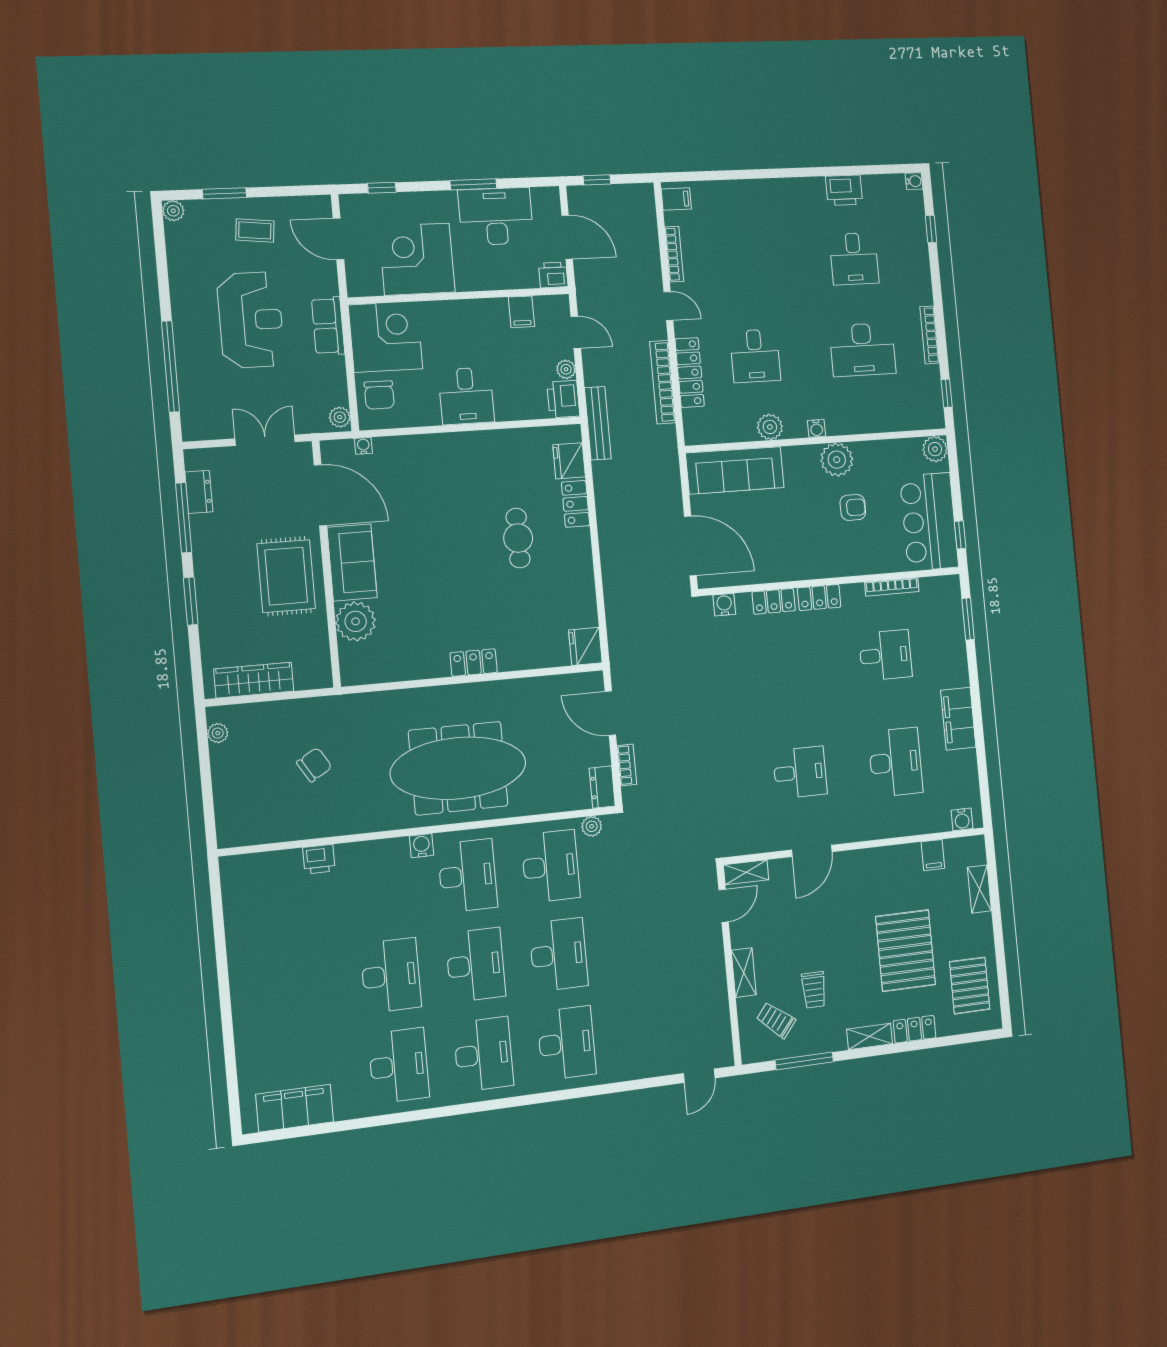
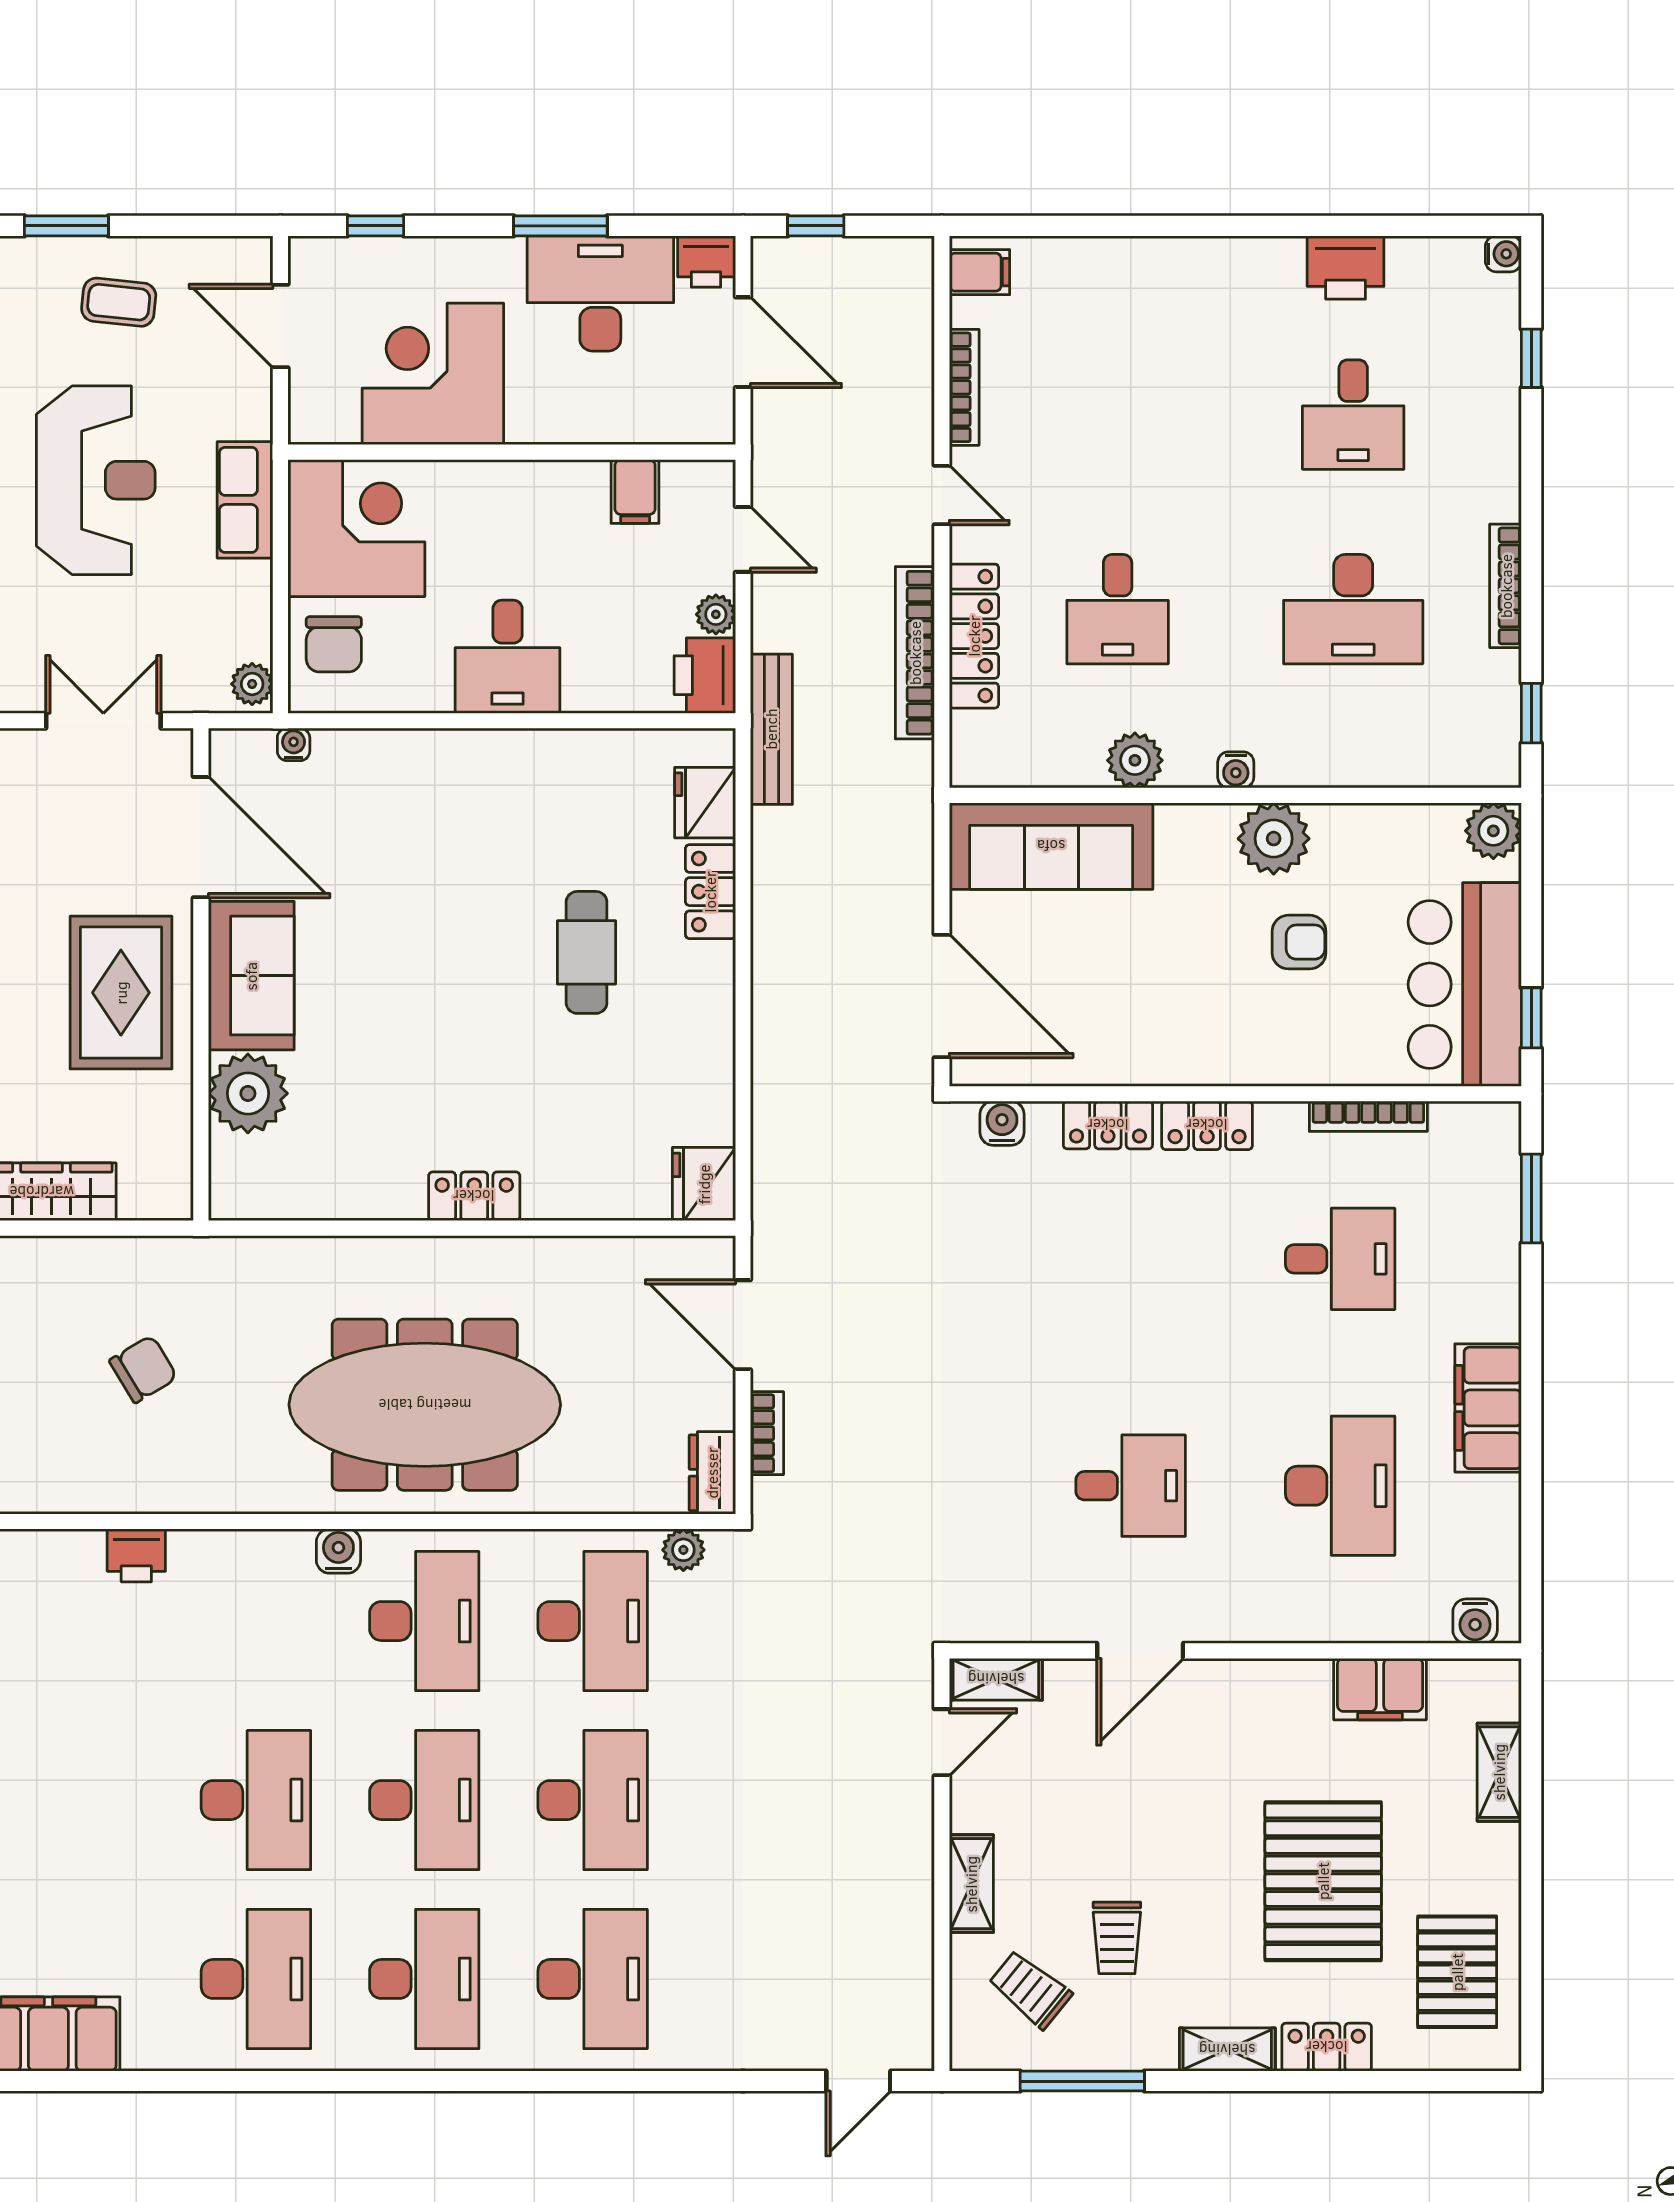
printer: (553, 275) -> (706, 262), moved, turned 180
filing cabinet: (933, 855) -> (1380, 1689), width x2.00

